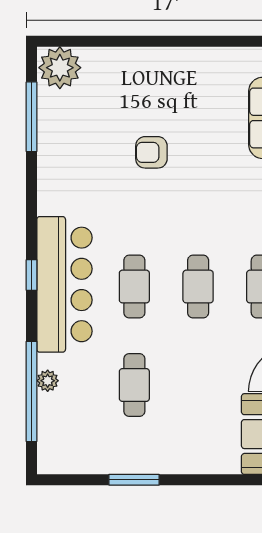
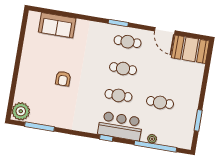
bar counter: (64, 284) -> (120, 126), width x0.73
window: (134, 480) -> (198, 120), moved

